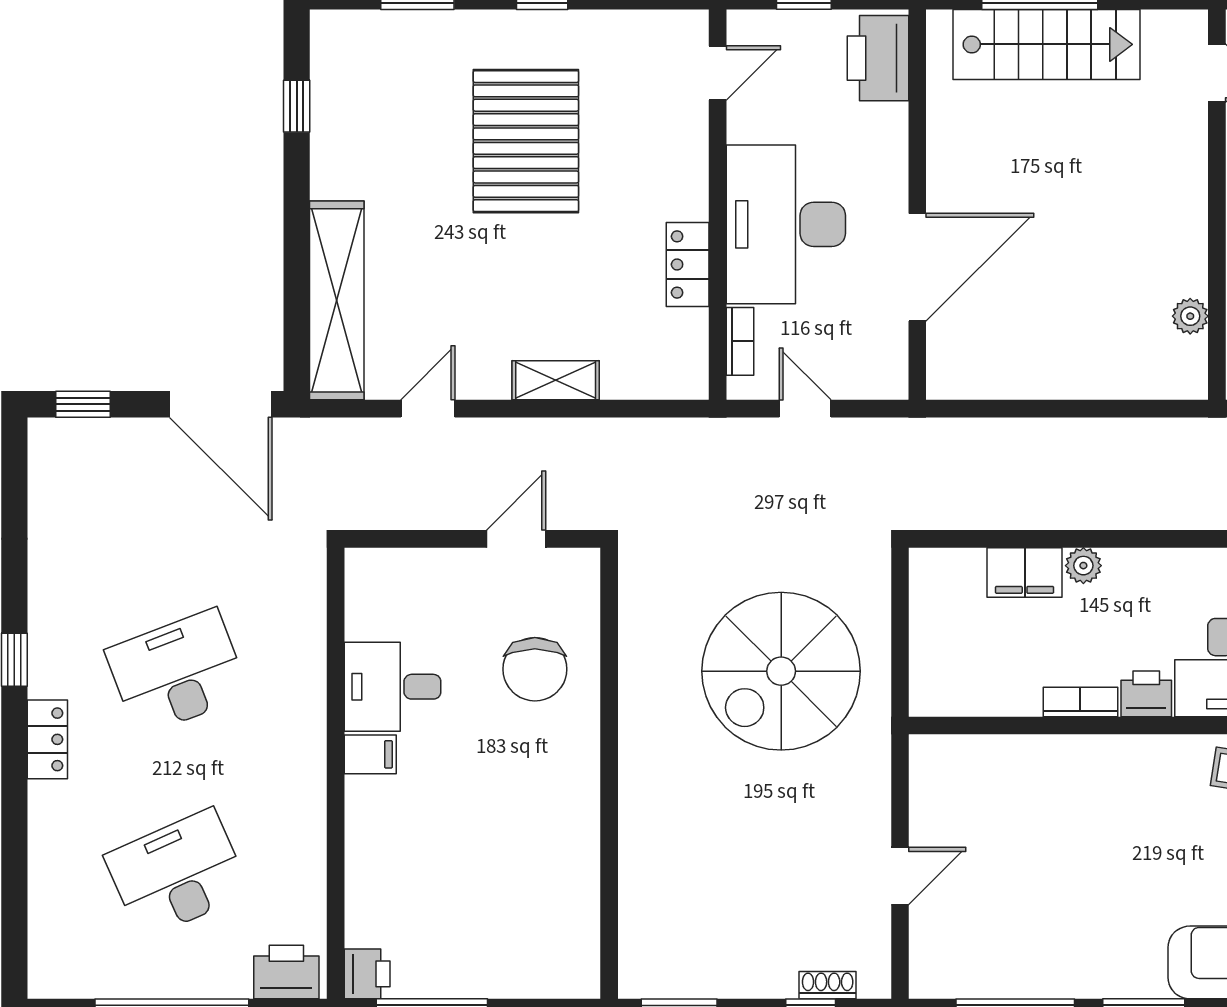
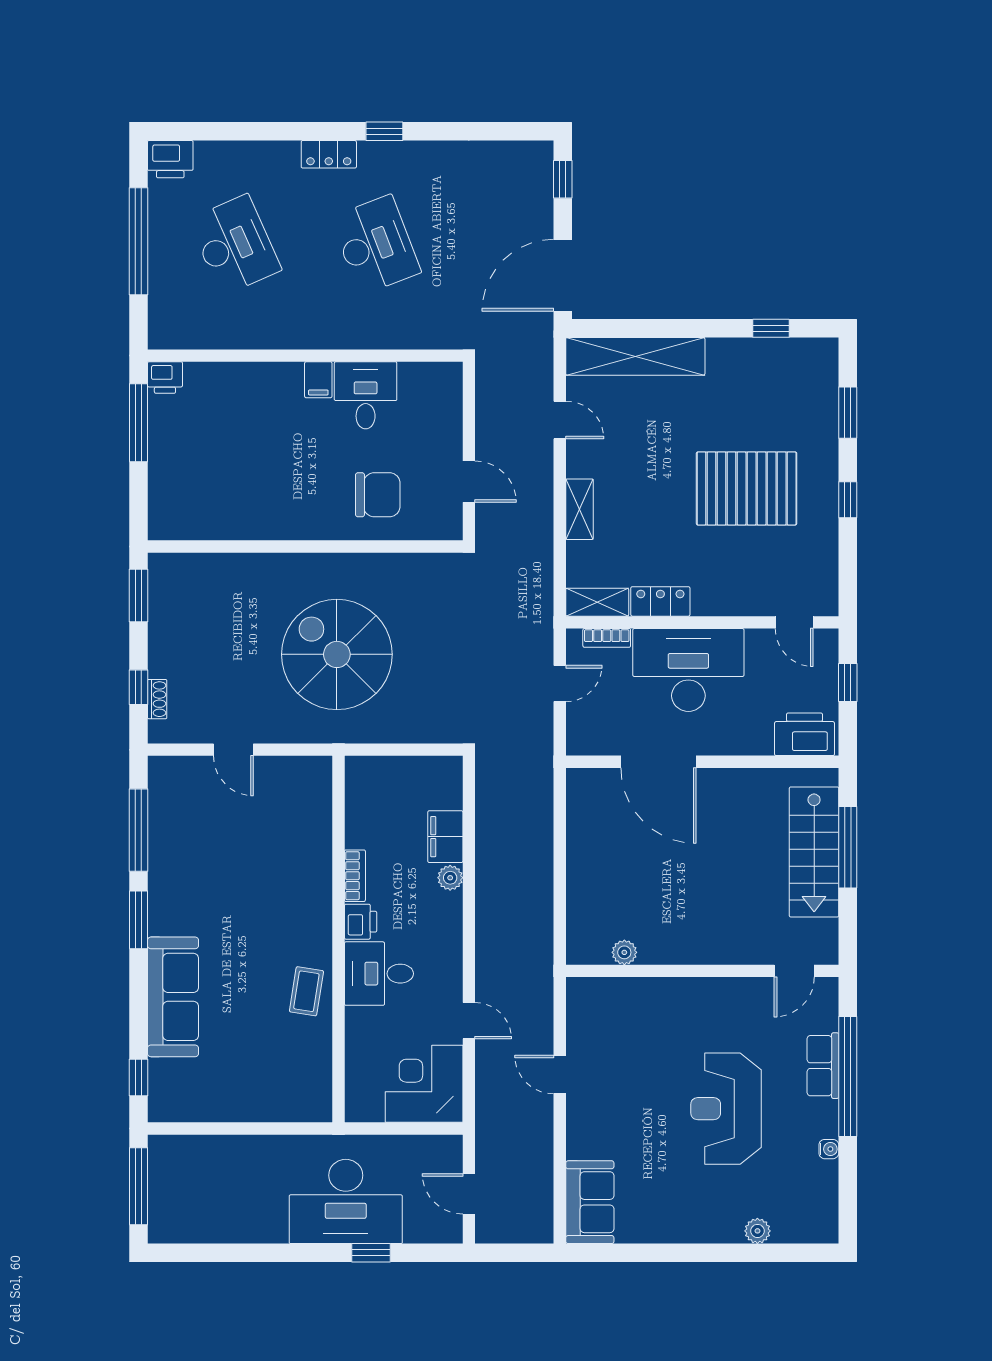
shelving: (689, 355) -> (597, 602), added
chair: (535, 669) -> (378, 495), turned 180
spiral stairs: (781, 671) -> (337, 654), moved
printer: (286, 972) -> (170, 159), moved, turned 90

